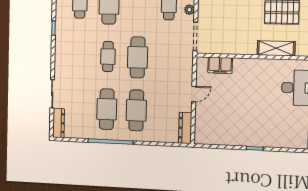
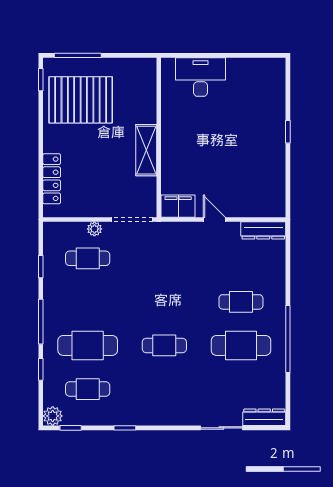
shelving: (276, 48) -> (146, 150), moved
cafe table: (138, 57) -> (164, 302), removed
filing cabinet: (220, 65) -> (178, 206), moved, turned -90
cafe table: (136, 110) -> (241, 302), width x0.73, depth x0.74

